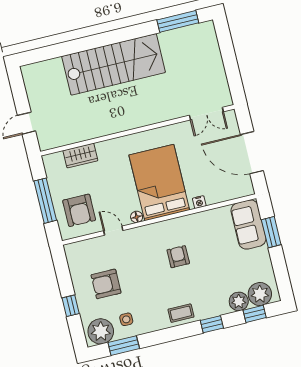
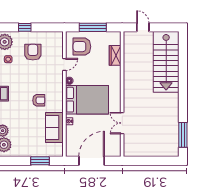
stairs: (114, 64) -> (166, 62), moved
double door: (206, 114) -> (122, 123), moved
sofa: (248, 225) -> (54, 128), moved, turned -90

